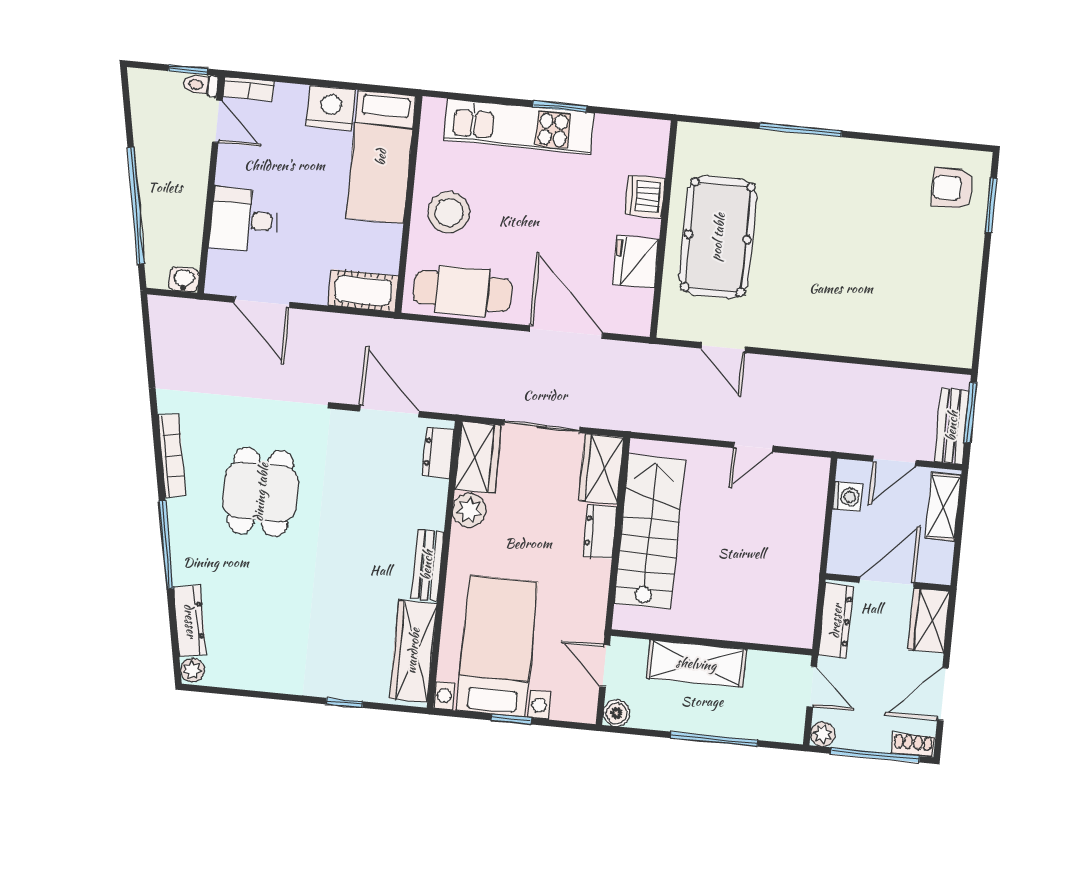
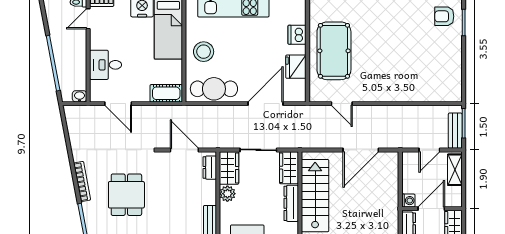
door: (217, 121) -> (88, 19), swing flipped
door: (566, 332) -> (266, 104), hinge flipped
door: (753, 447) -> (361, 150), width x1.88
washing machine: (847, 497) -> (408, 201), moved
dresser: (600, 531) -> (291, 203), width x1.44

